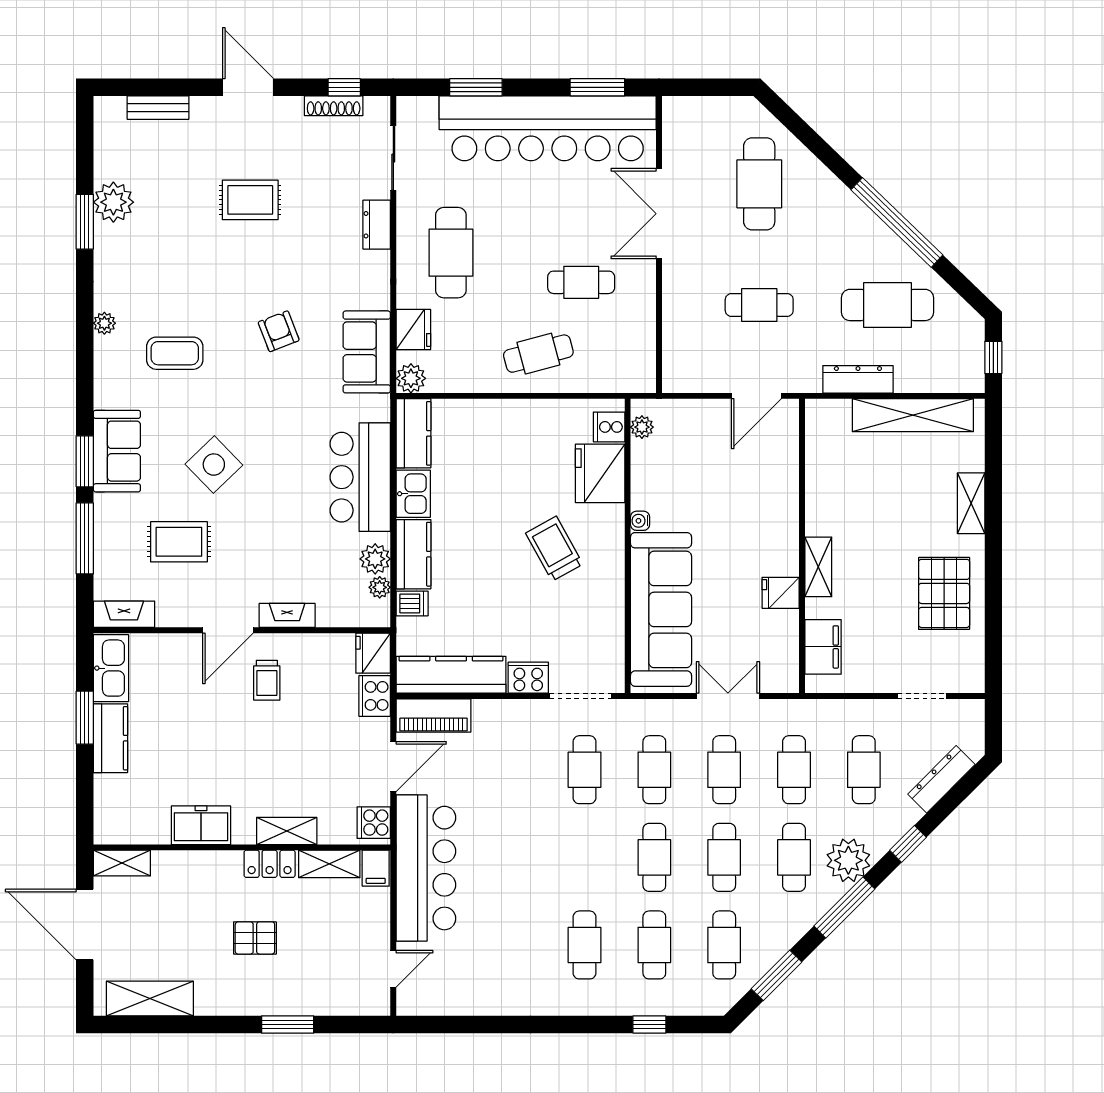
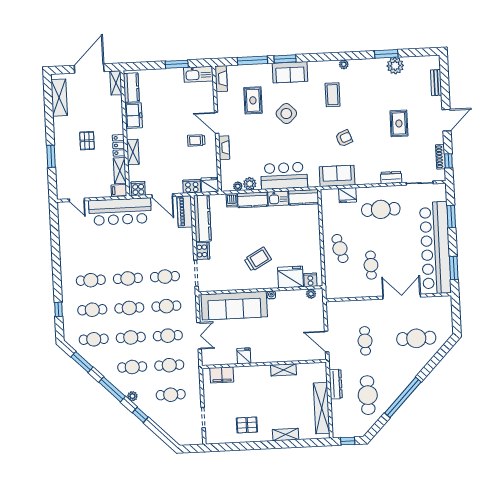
plant: (411, 378) -> (327, 195), removed
shelving: (818, 567) -> (283, 370), moved
pallet: (944, 593) -> (247, 425), width x0.67, depth x0.71
kitchen counter: (110, 738) -> (131, 88), moved, turned -90
dresser: (941, 779) -> (168, 428), removed
cafe table: (585, 857) -> (128, 278), added
plant: (848, 860) -> (132, 396), width x0.53, depth x0.53

